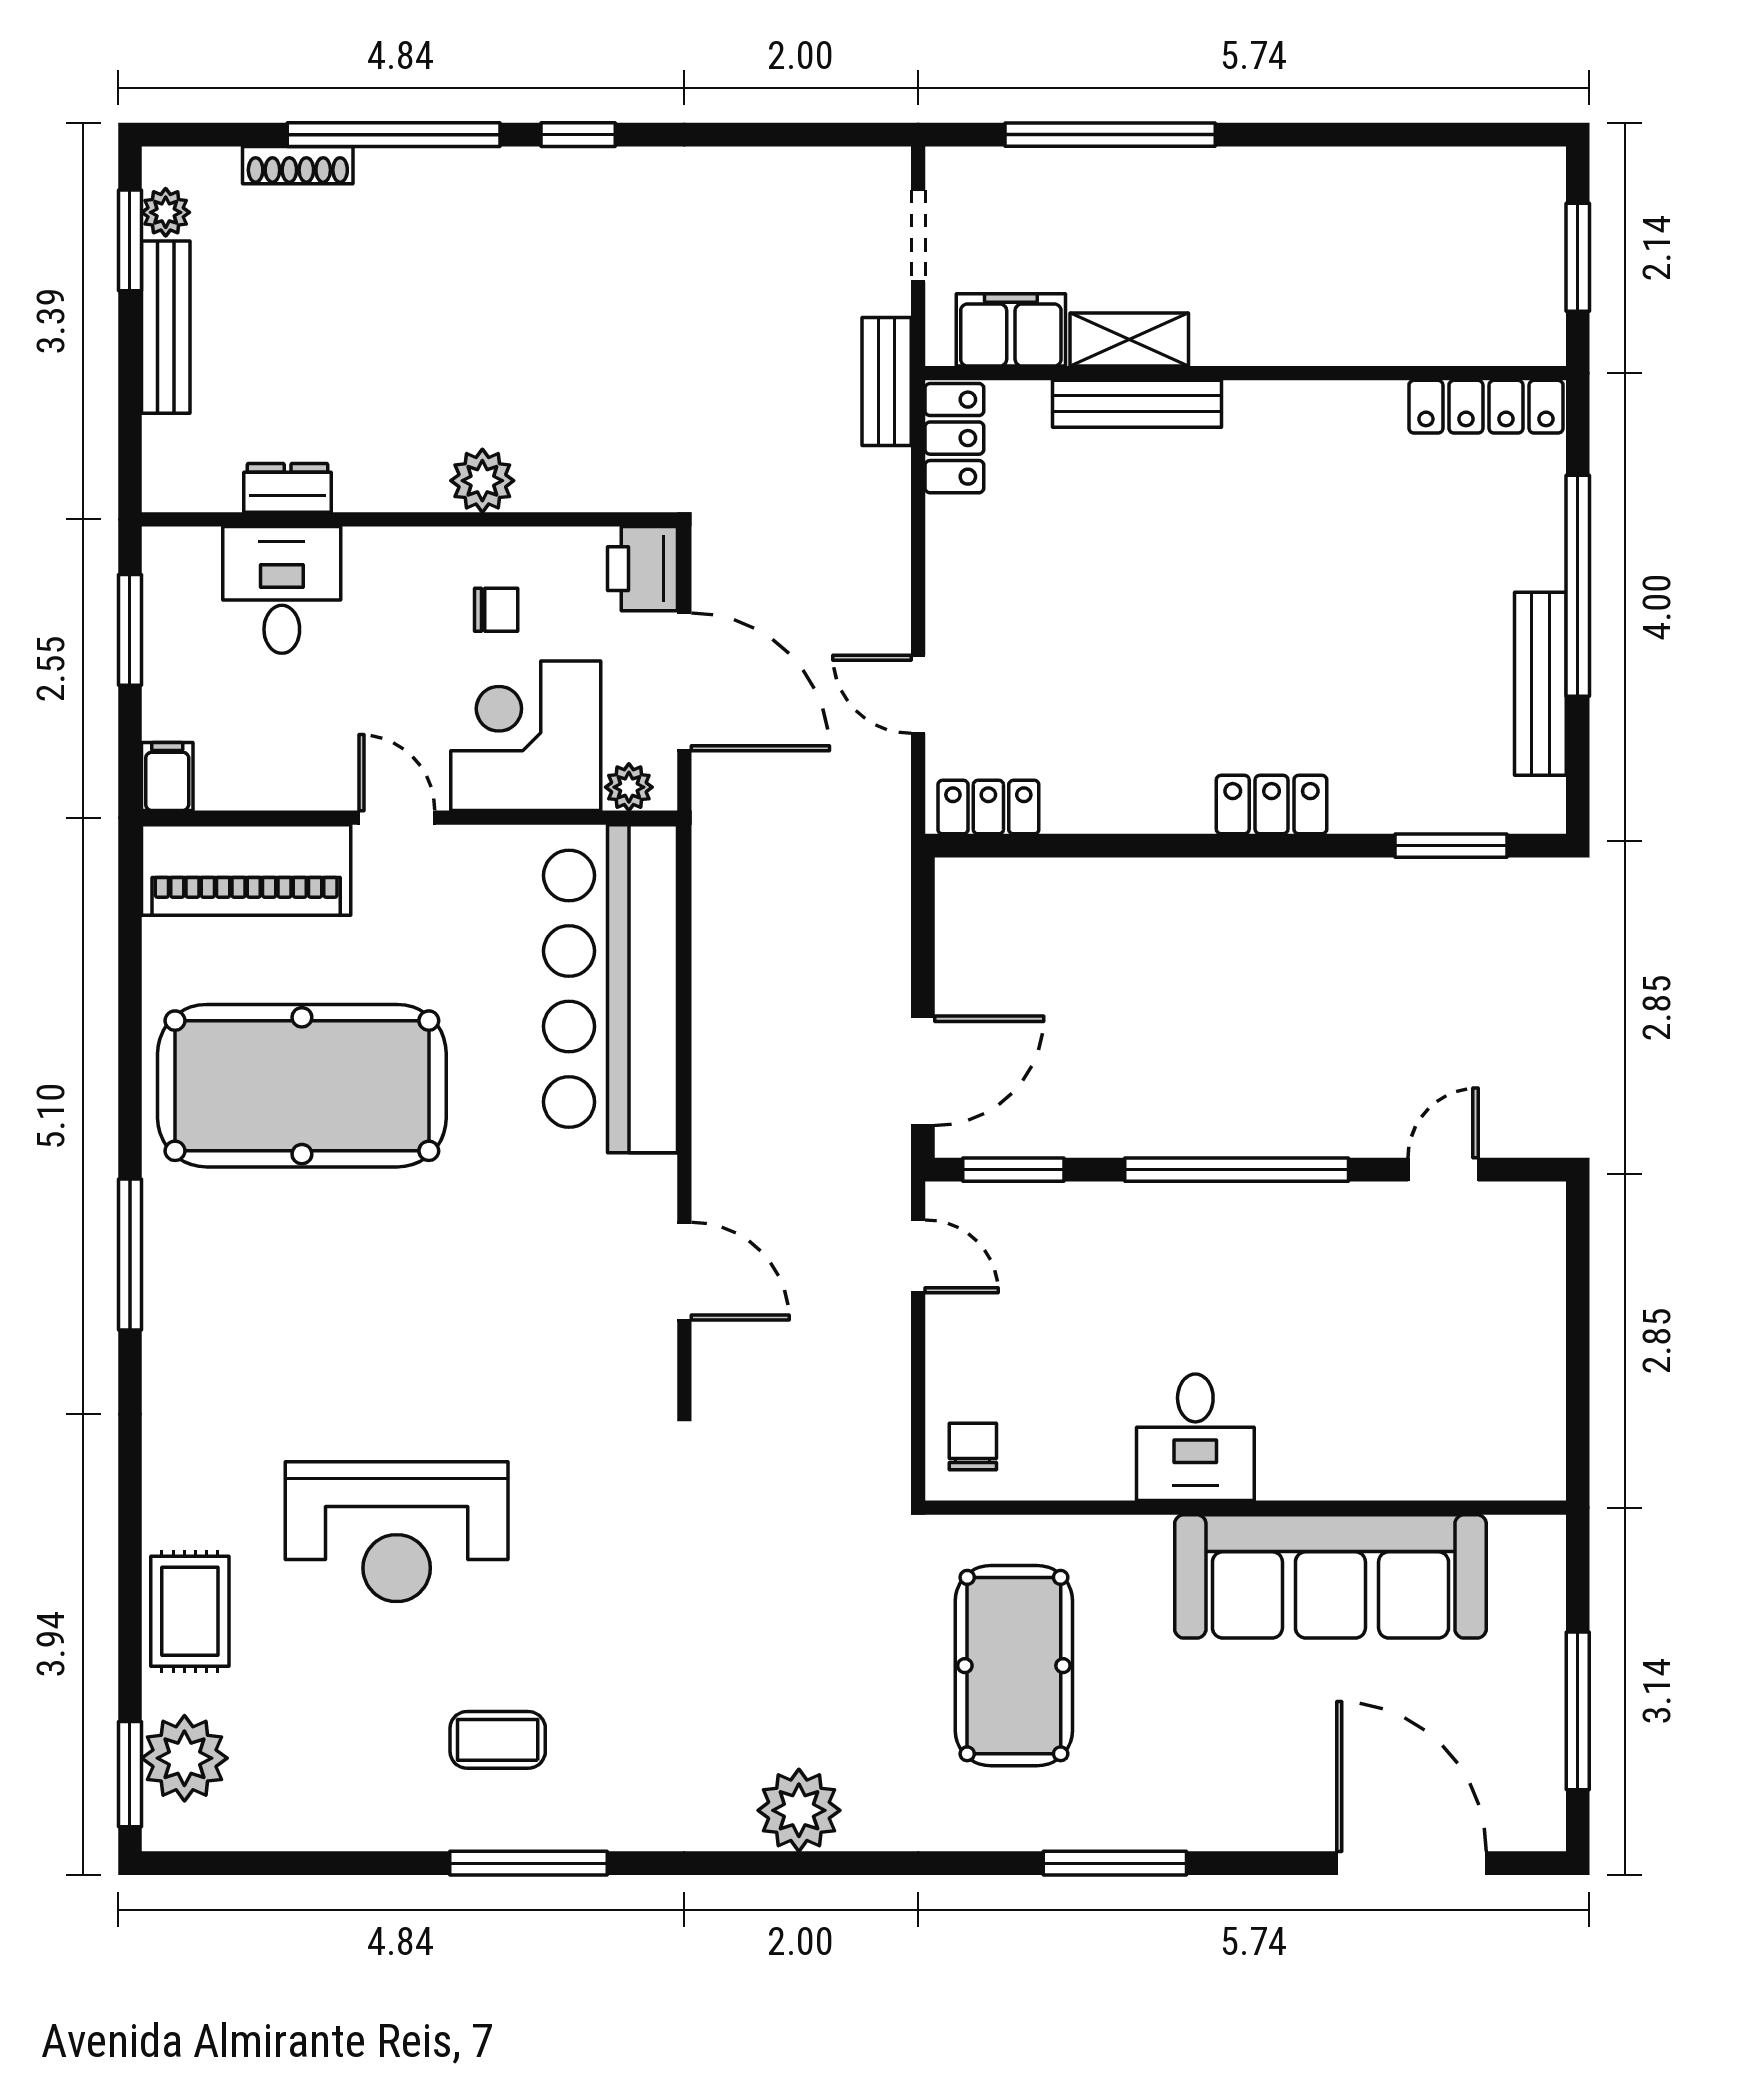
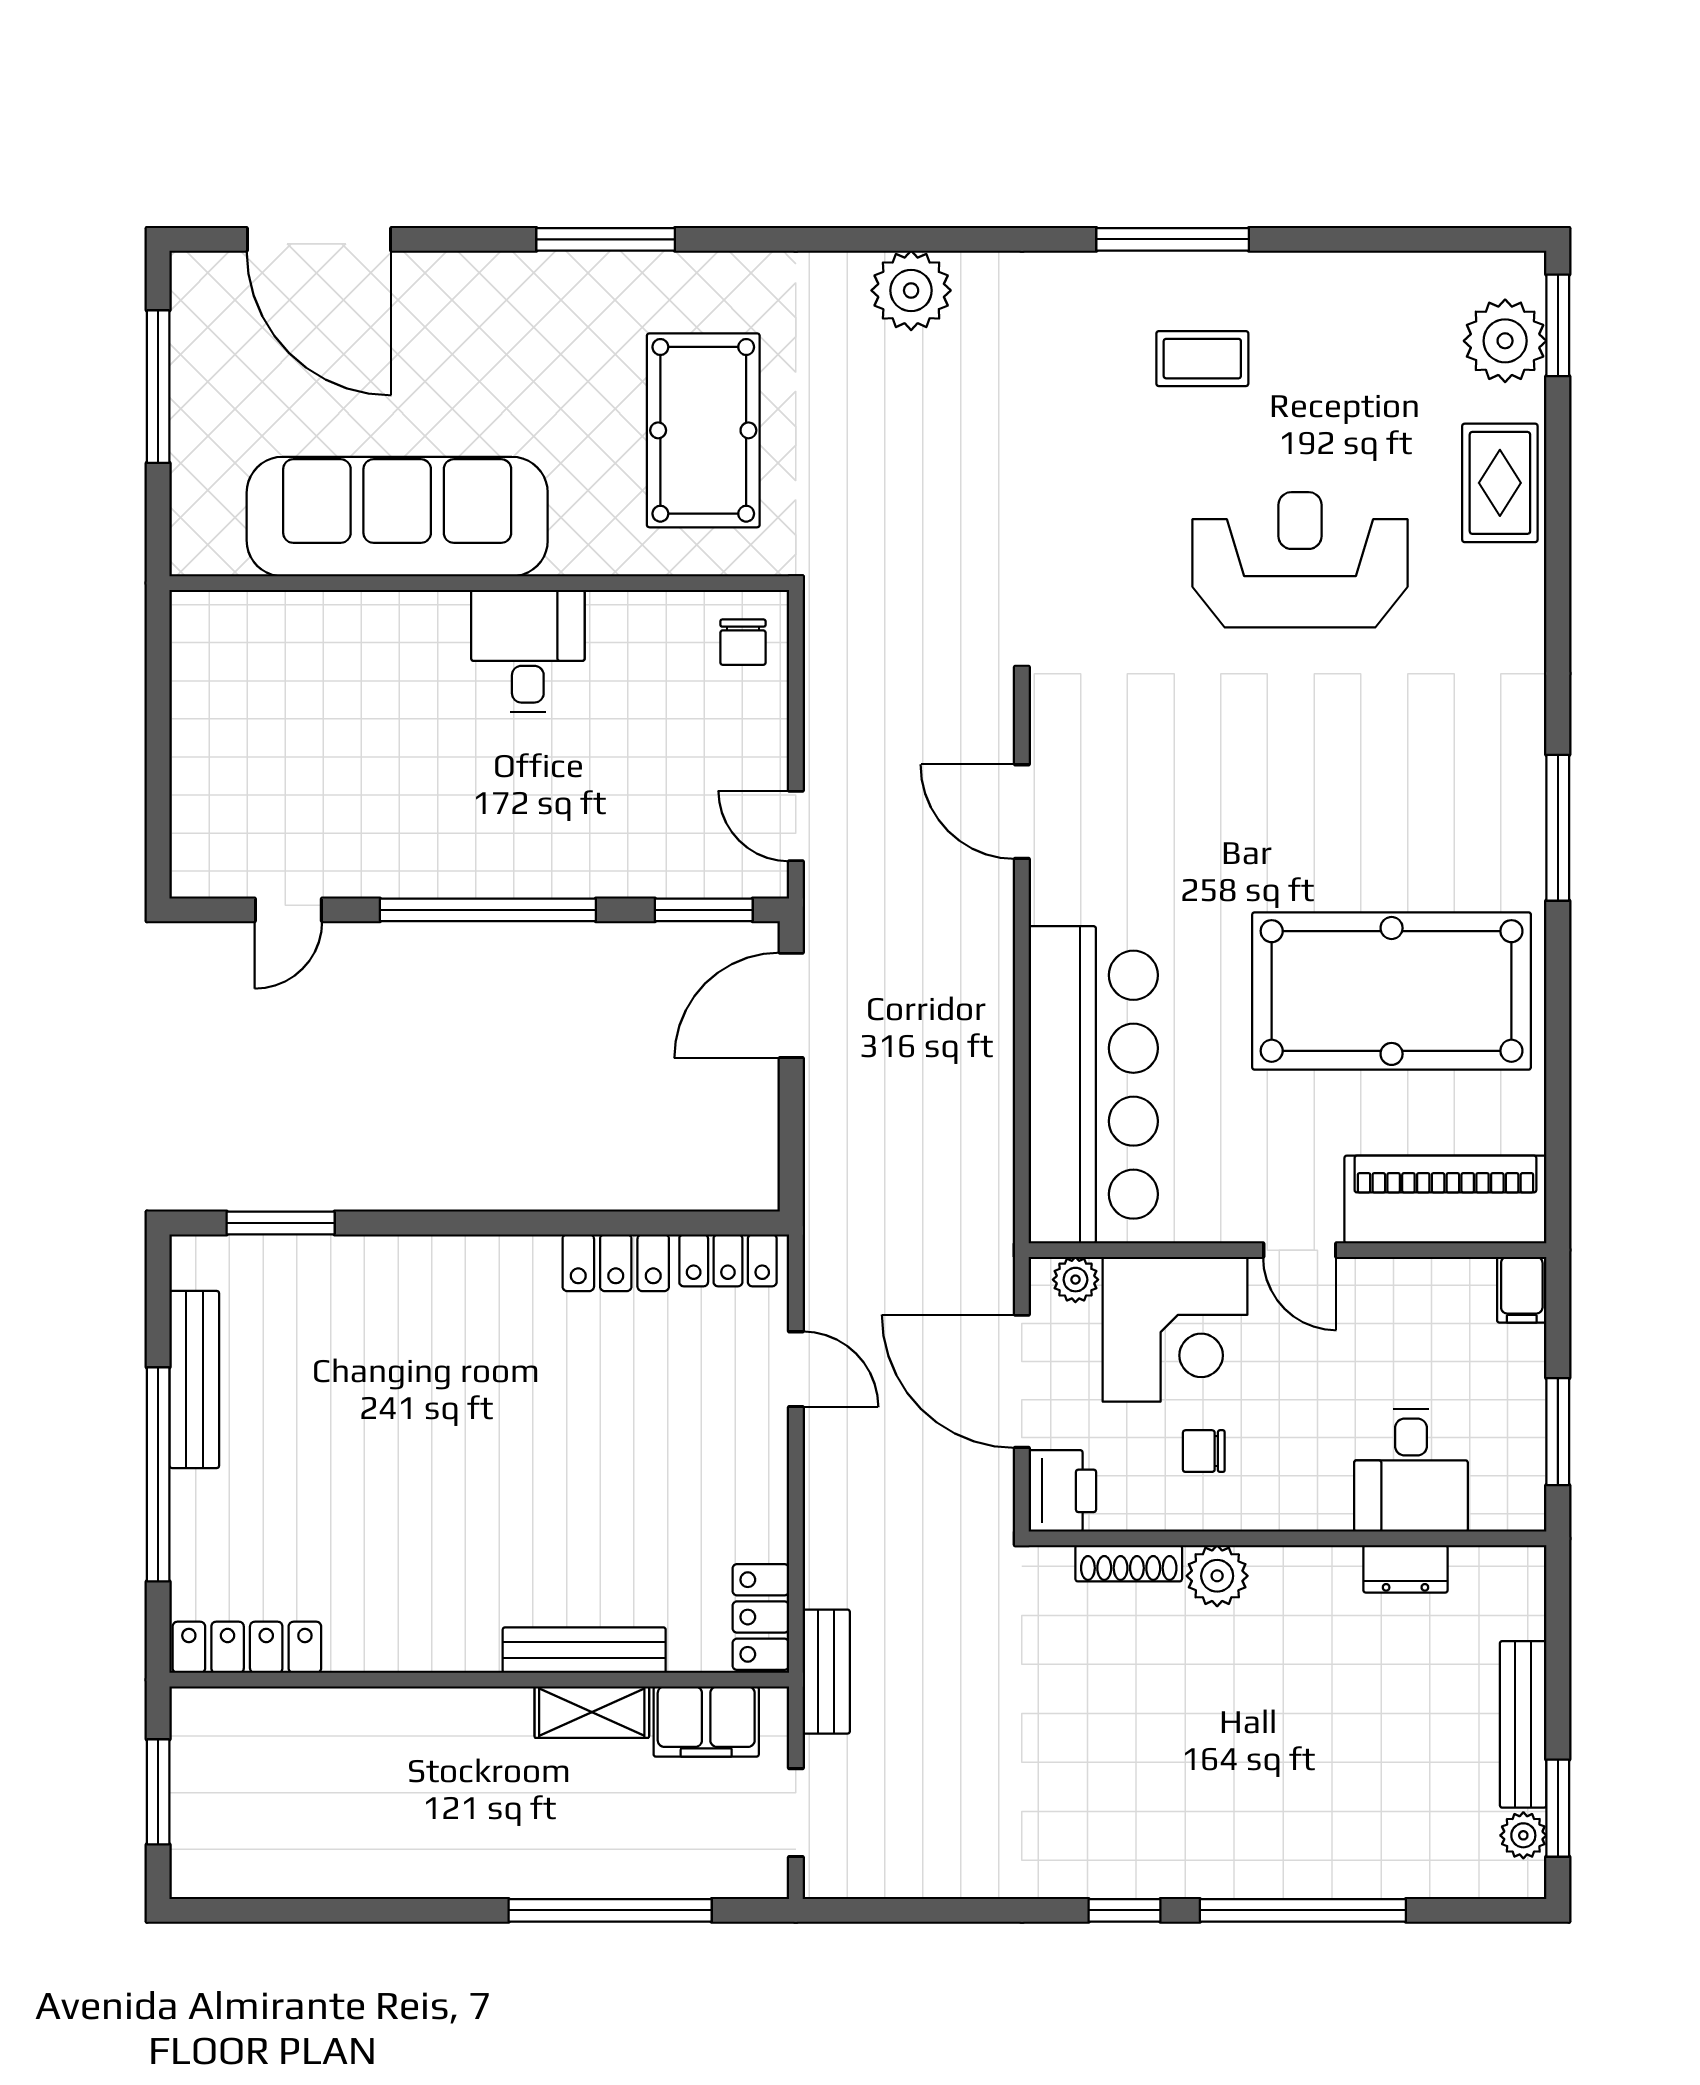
shoe rack: (298, 165) -> (1129, 1563), moved, turned 180
locker: (1272, 805) -> (616, 1263), moved

